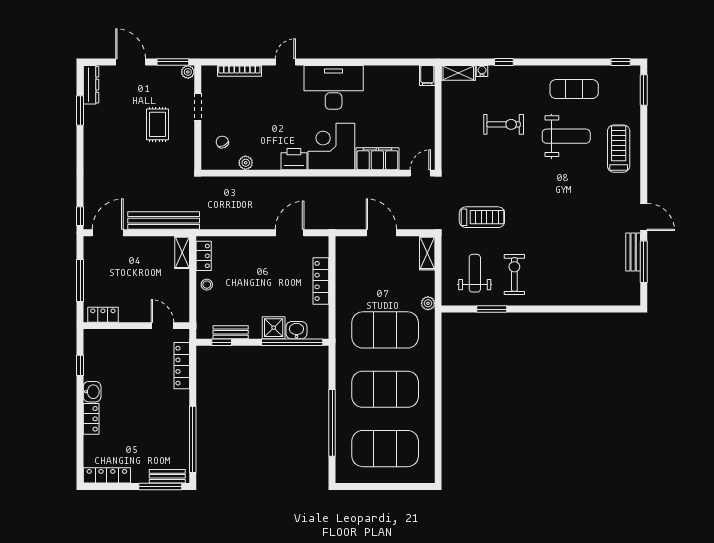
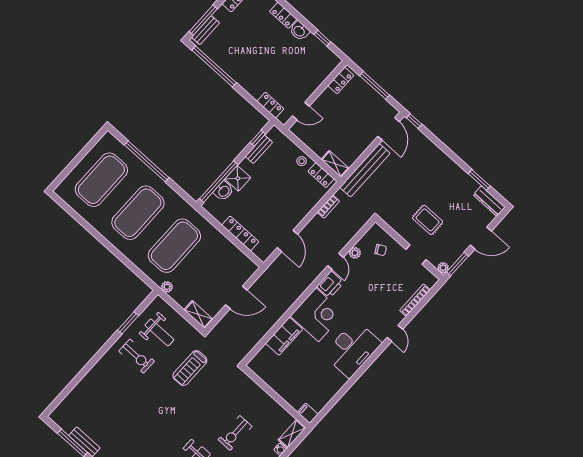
door: (420, 173) -> (336, 262), moved
bookcase: (226, 224) -> (328, 207), added
locker: (182, 366) -> (270, 105), width x0.66

